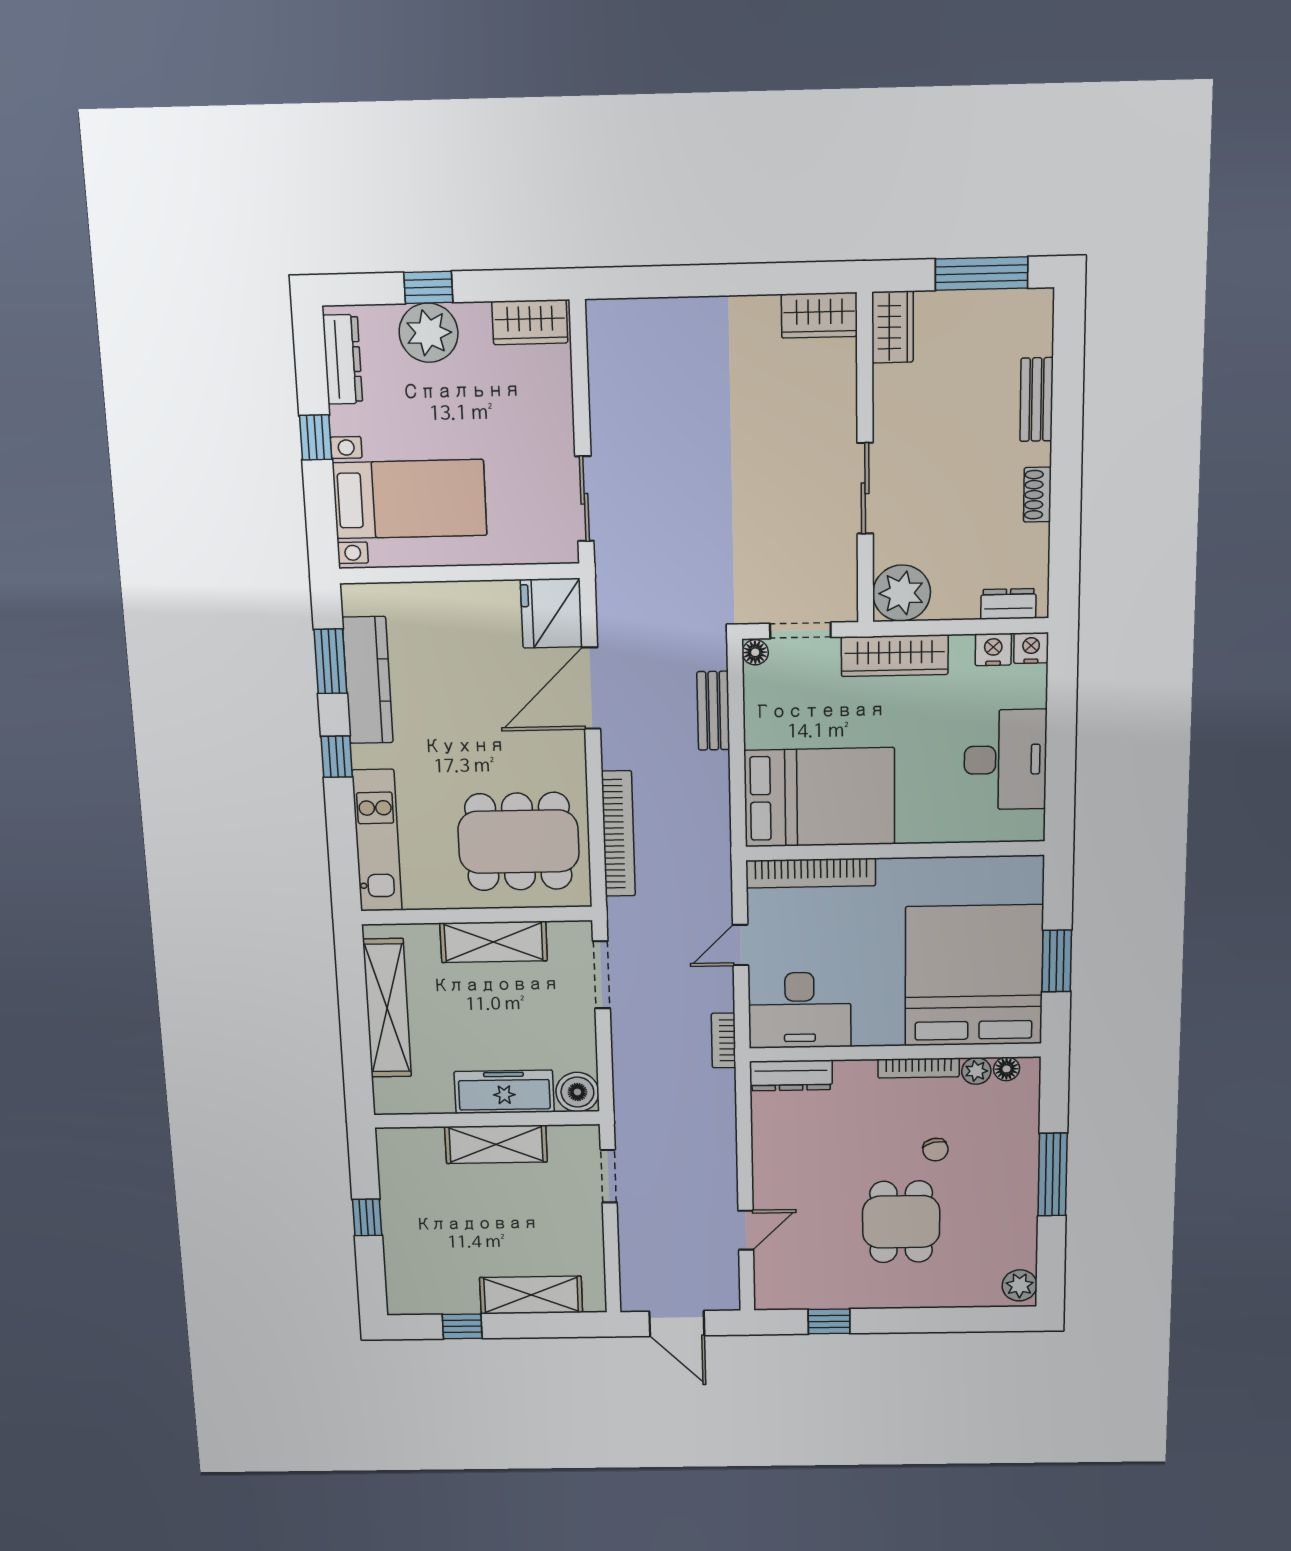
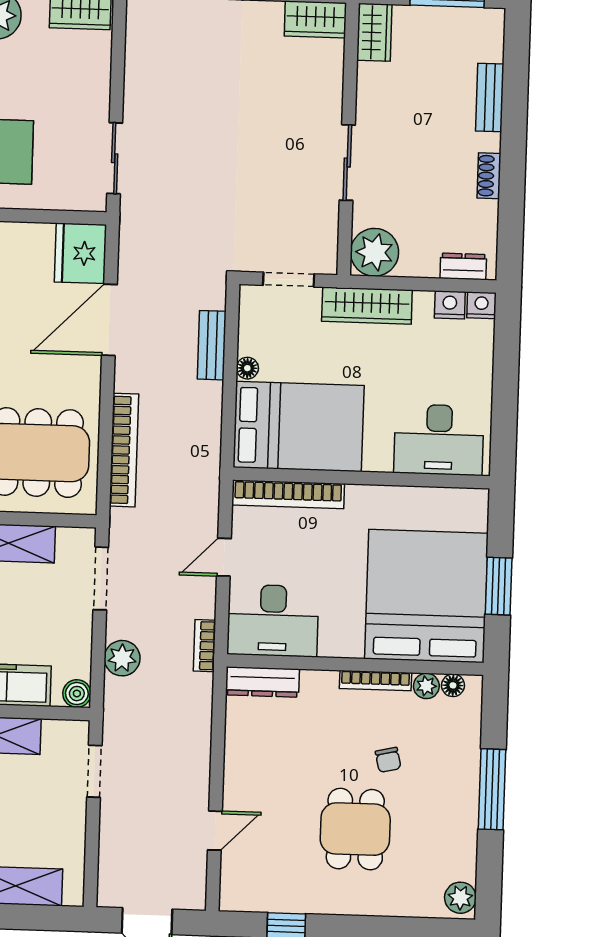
floor lamp: (755, 652) -> (247, 368), moved
desk: (1005, 760) -> (439, 440), moved, turned 90
plant: (631, 1058) -> (122, 658), added
boiler: (577, 1092) -> (77, 694), width x0.73, depth x0.73

